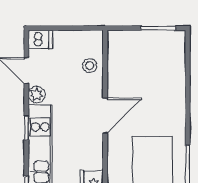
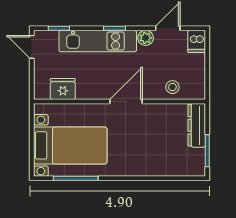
dresser: (131, 39) -> (197, 125), added
door: (105, 116) -> (126, 101), swing flipped

